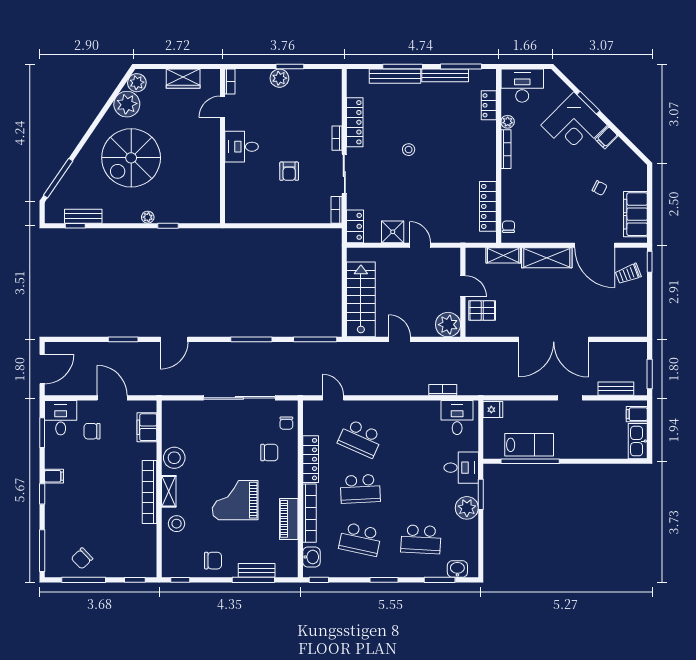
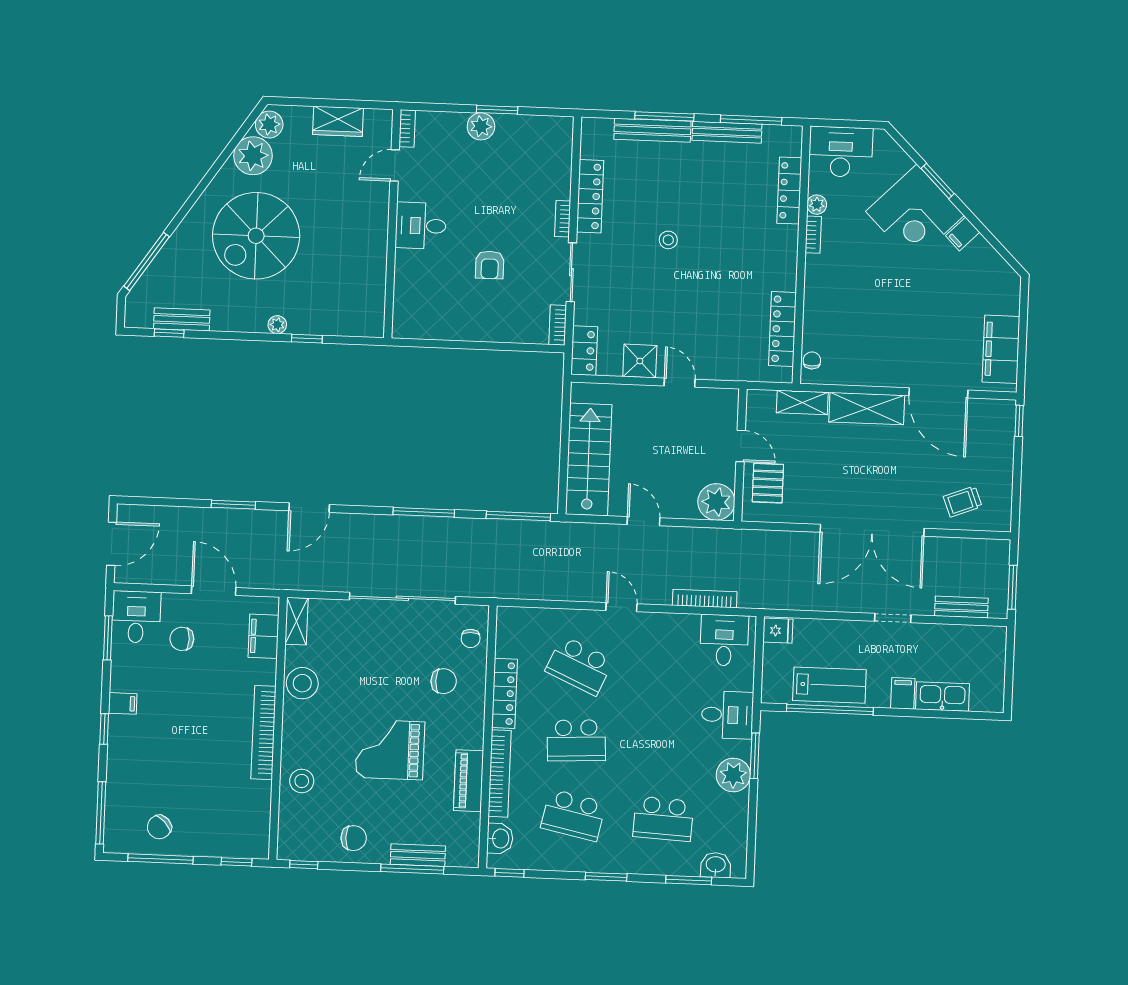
locker: (489, 105) -> (789, 191), width x1.53
bookcase: (506, 149) -> (813, 235), width x0.64
chair: (600, 188) -> (949, 308), removed
trolley: (628, 274) -> (963, 502), moved
pallet: (482, 311) -> (768, 483), turned 90
bookcase: (443, 390) -> (705, 599), width x1.56
door: (333, 398) -> (621, 607), moved
filing cabinet: (637, 414) -> (903, 693), moved, turned 90
kitchen sink: (638, 441) -> (942, 697), moved, turned 90
shelving: (169, 491) -> (296, 621), moved

